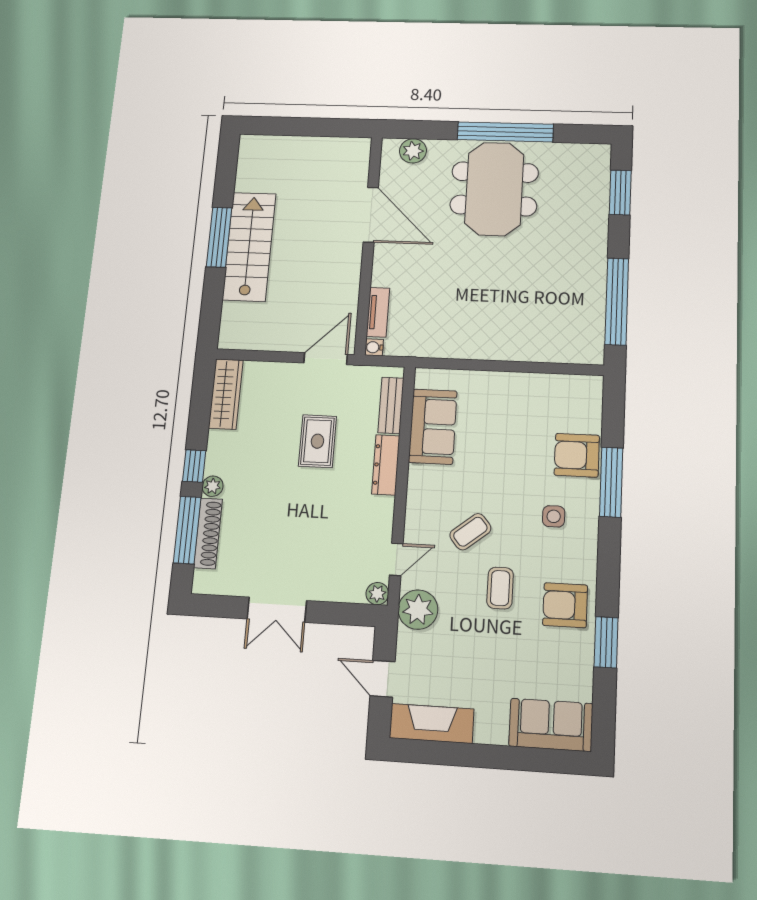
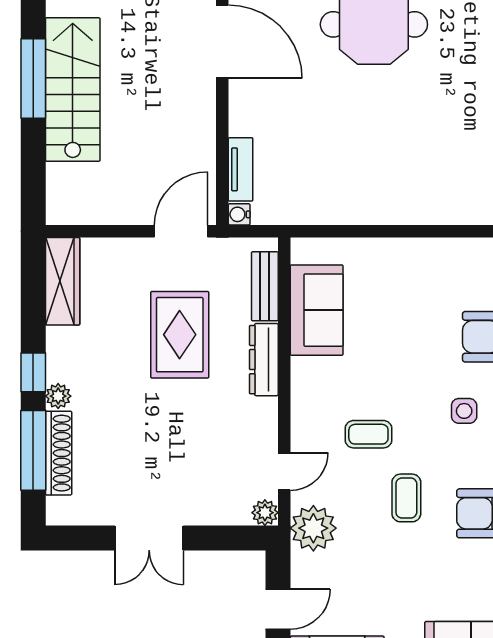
rug: (317, 441) -> (180, 335), width x1.36, depth x1.43
coffee table: (470, 532) -> (368, 434), turned 39
door: (383, 679) -> (278, 609), swing flipped

